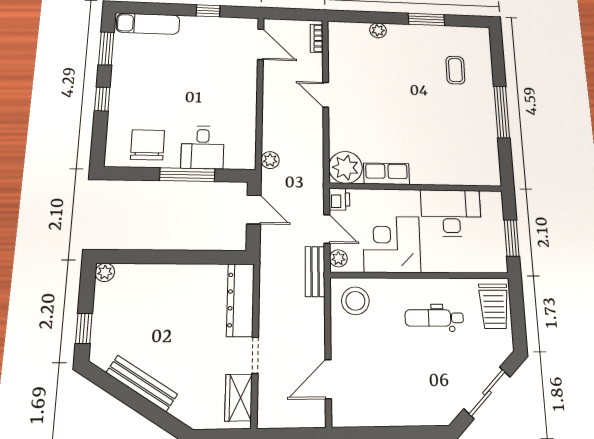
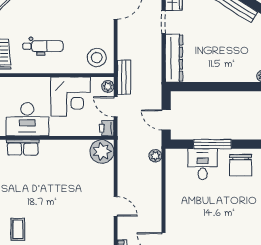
row of seats: (387, 174) -> (23, 147), moved

